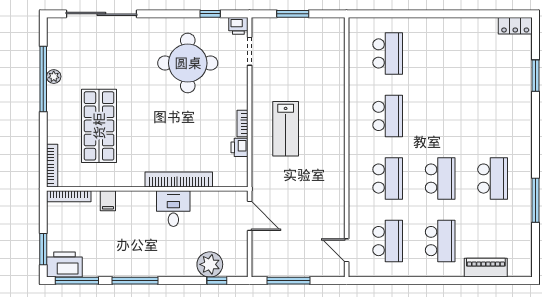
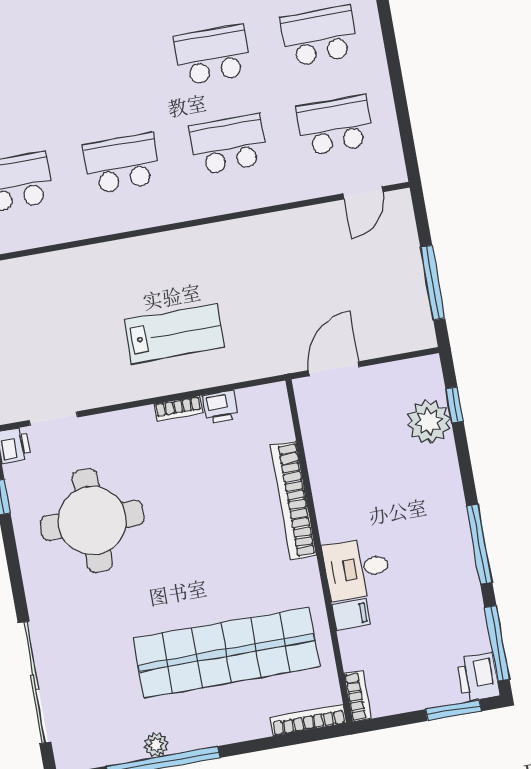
shop shelf: (99, 126) -> (226, 653), width x1.40
bookcase: (69, 196) -> (358, 696), width x0.64
desk: (173, 209) -> (357, 569), moved
printer: (64, 265) -> (478, 677), width x0.73, depth x0.84

